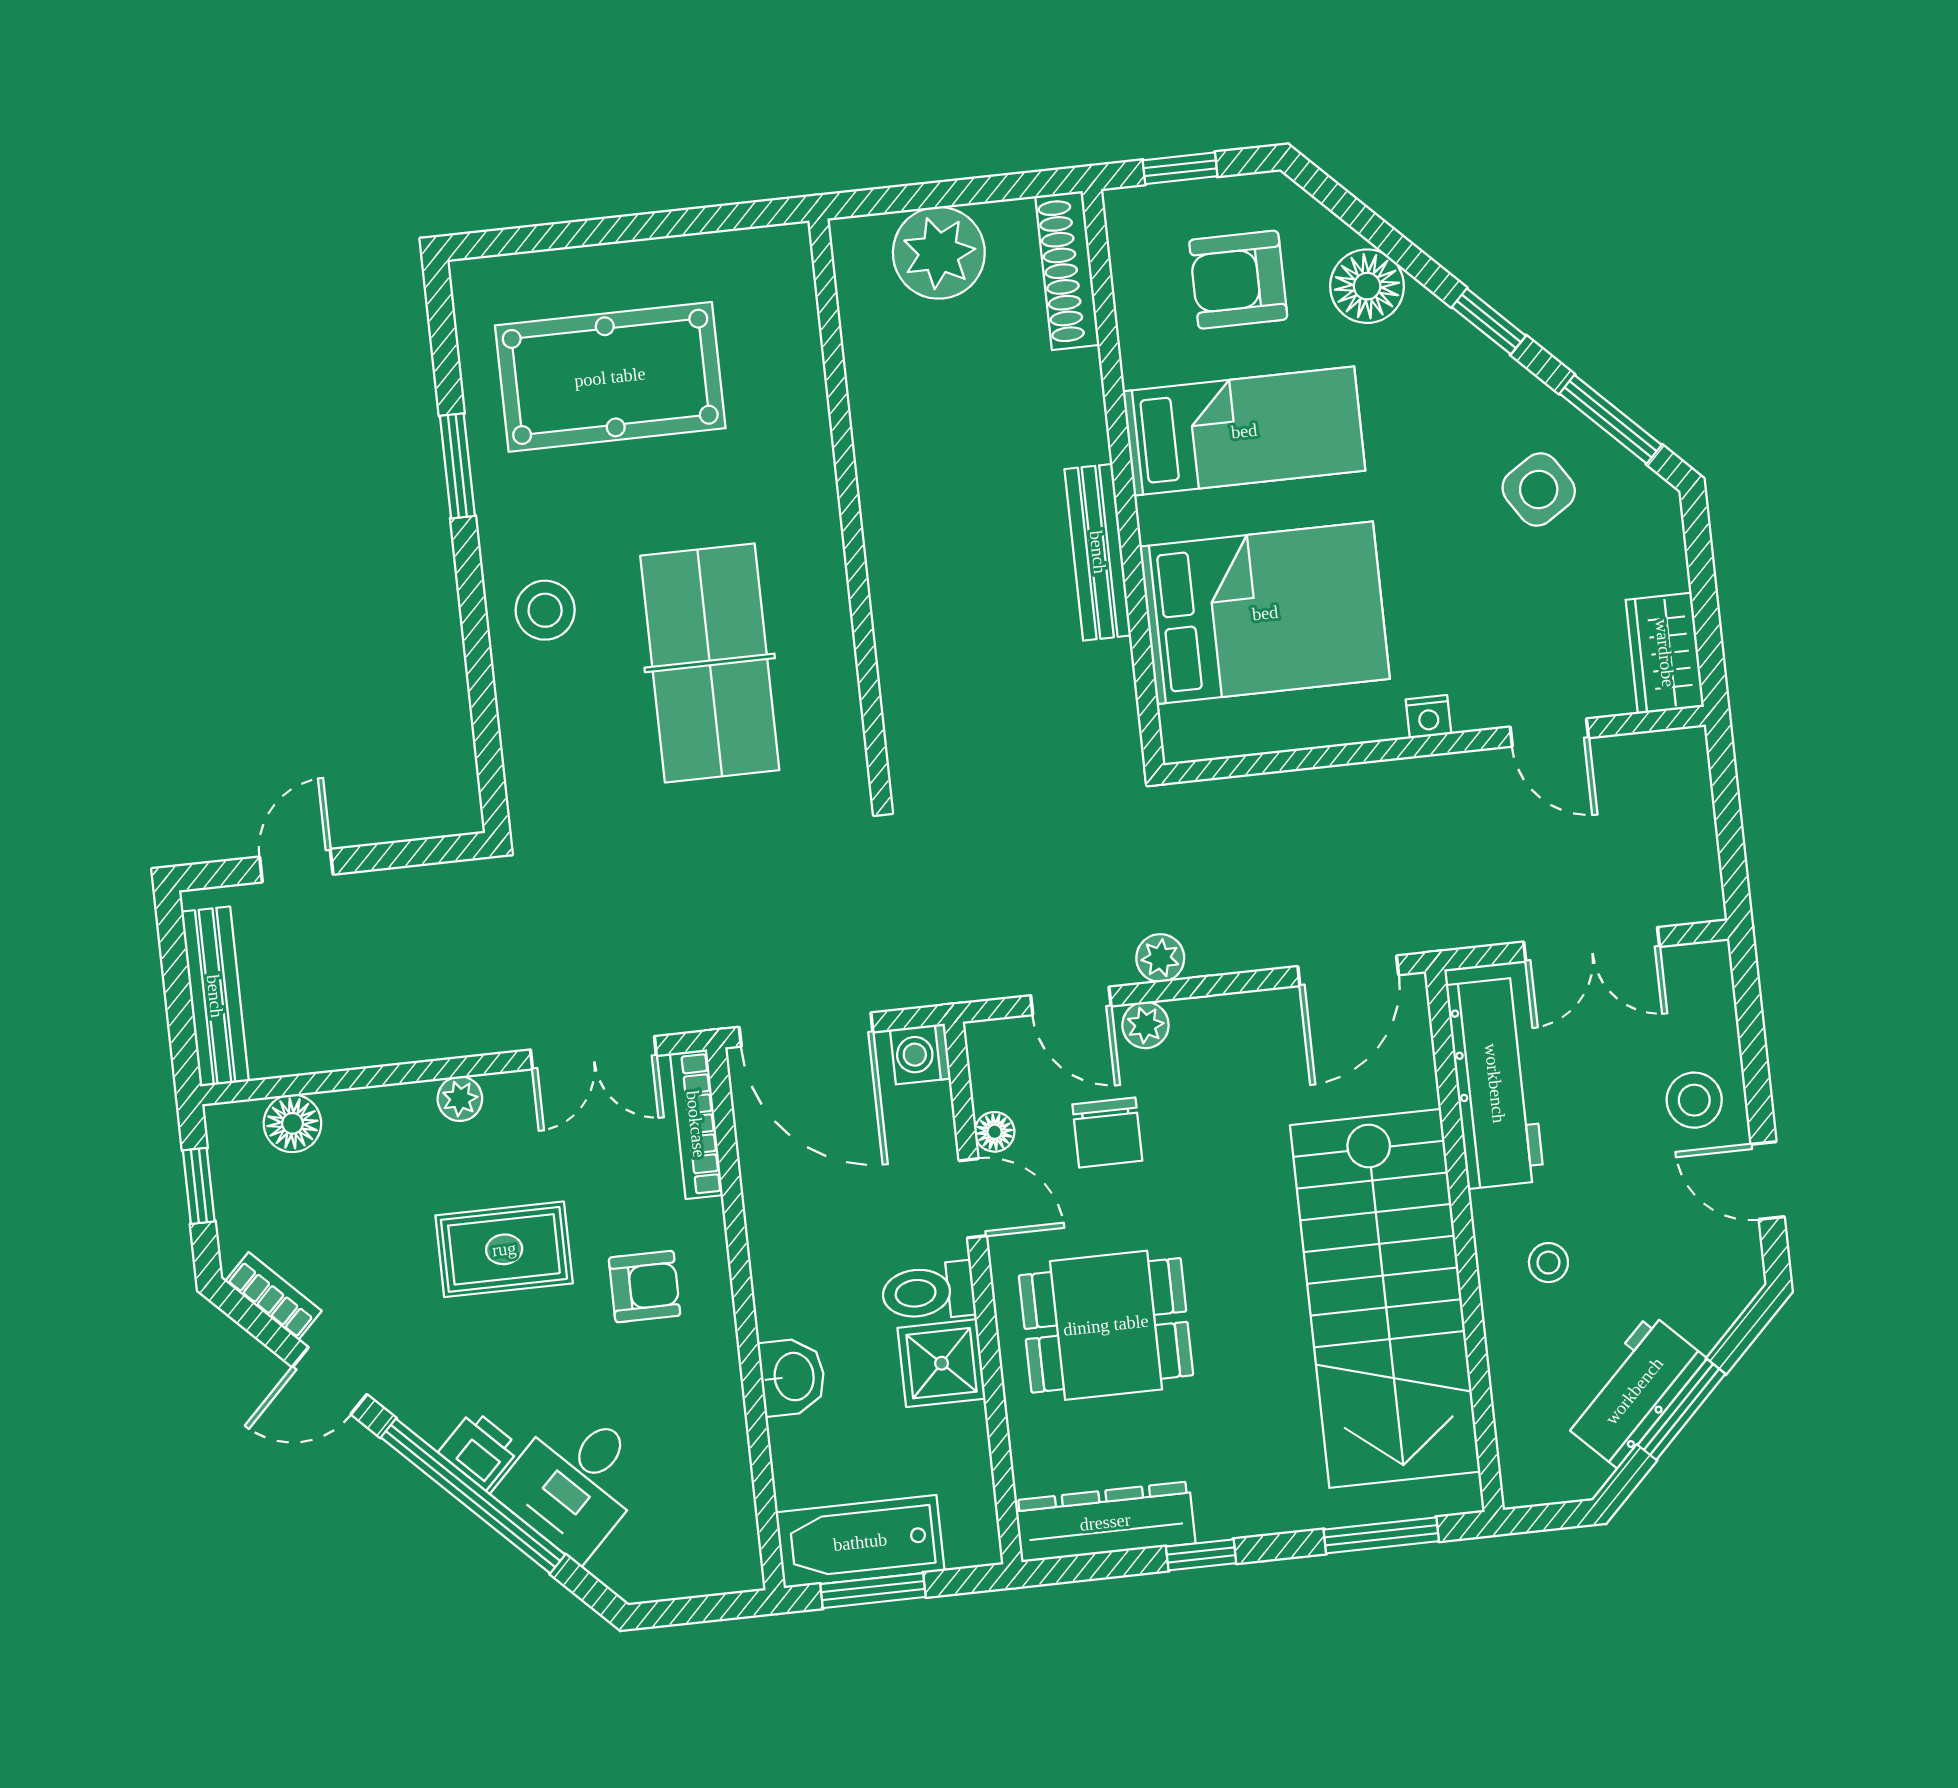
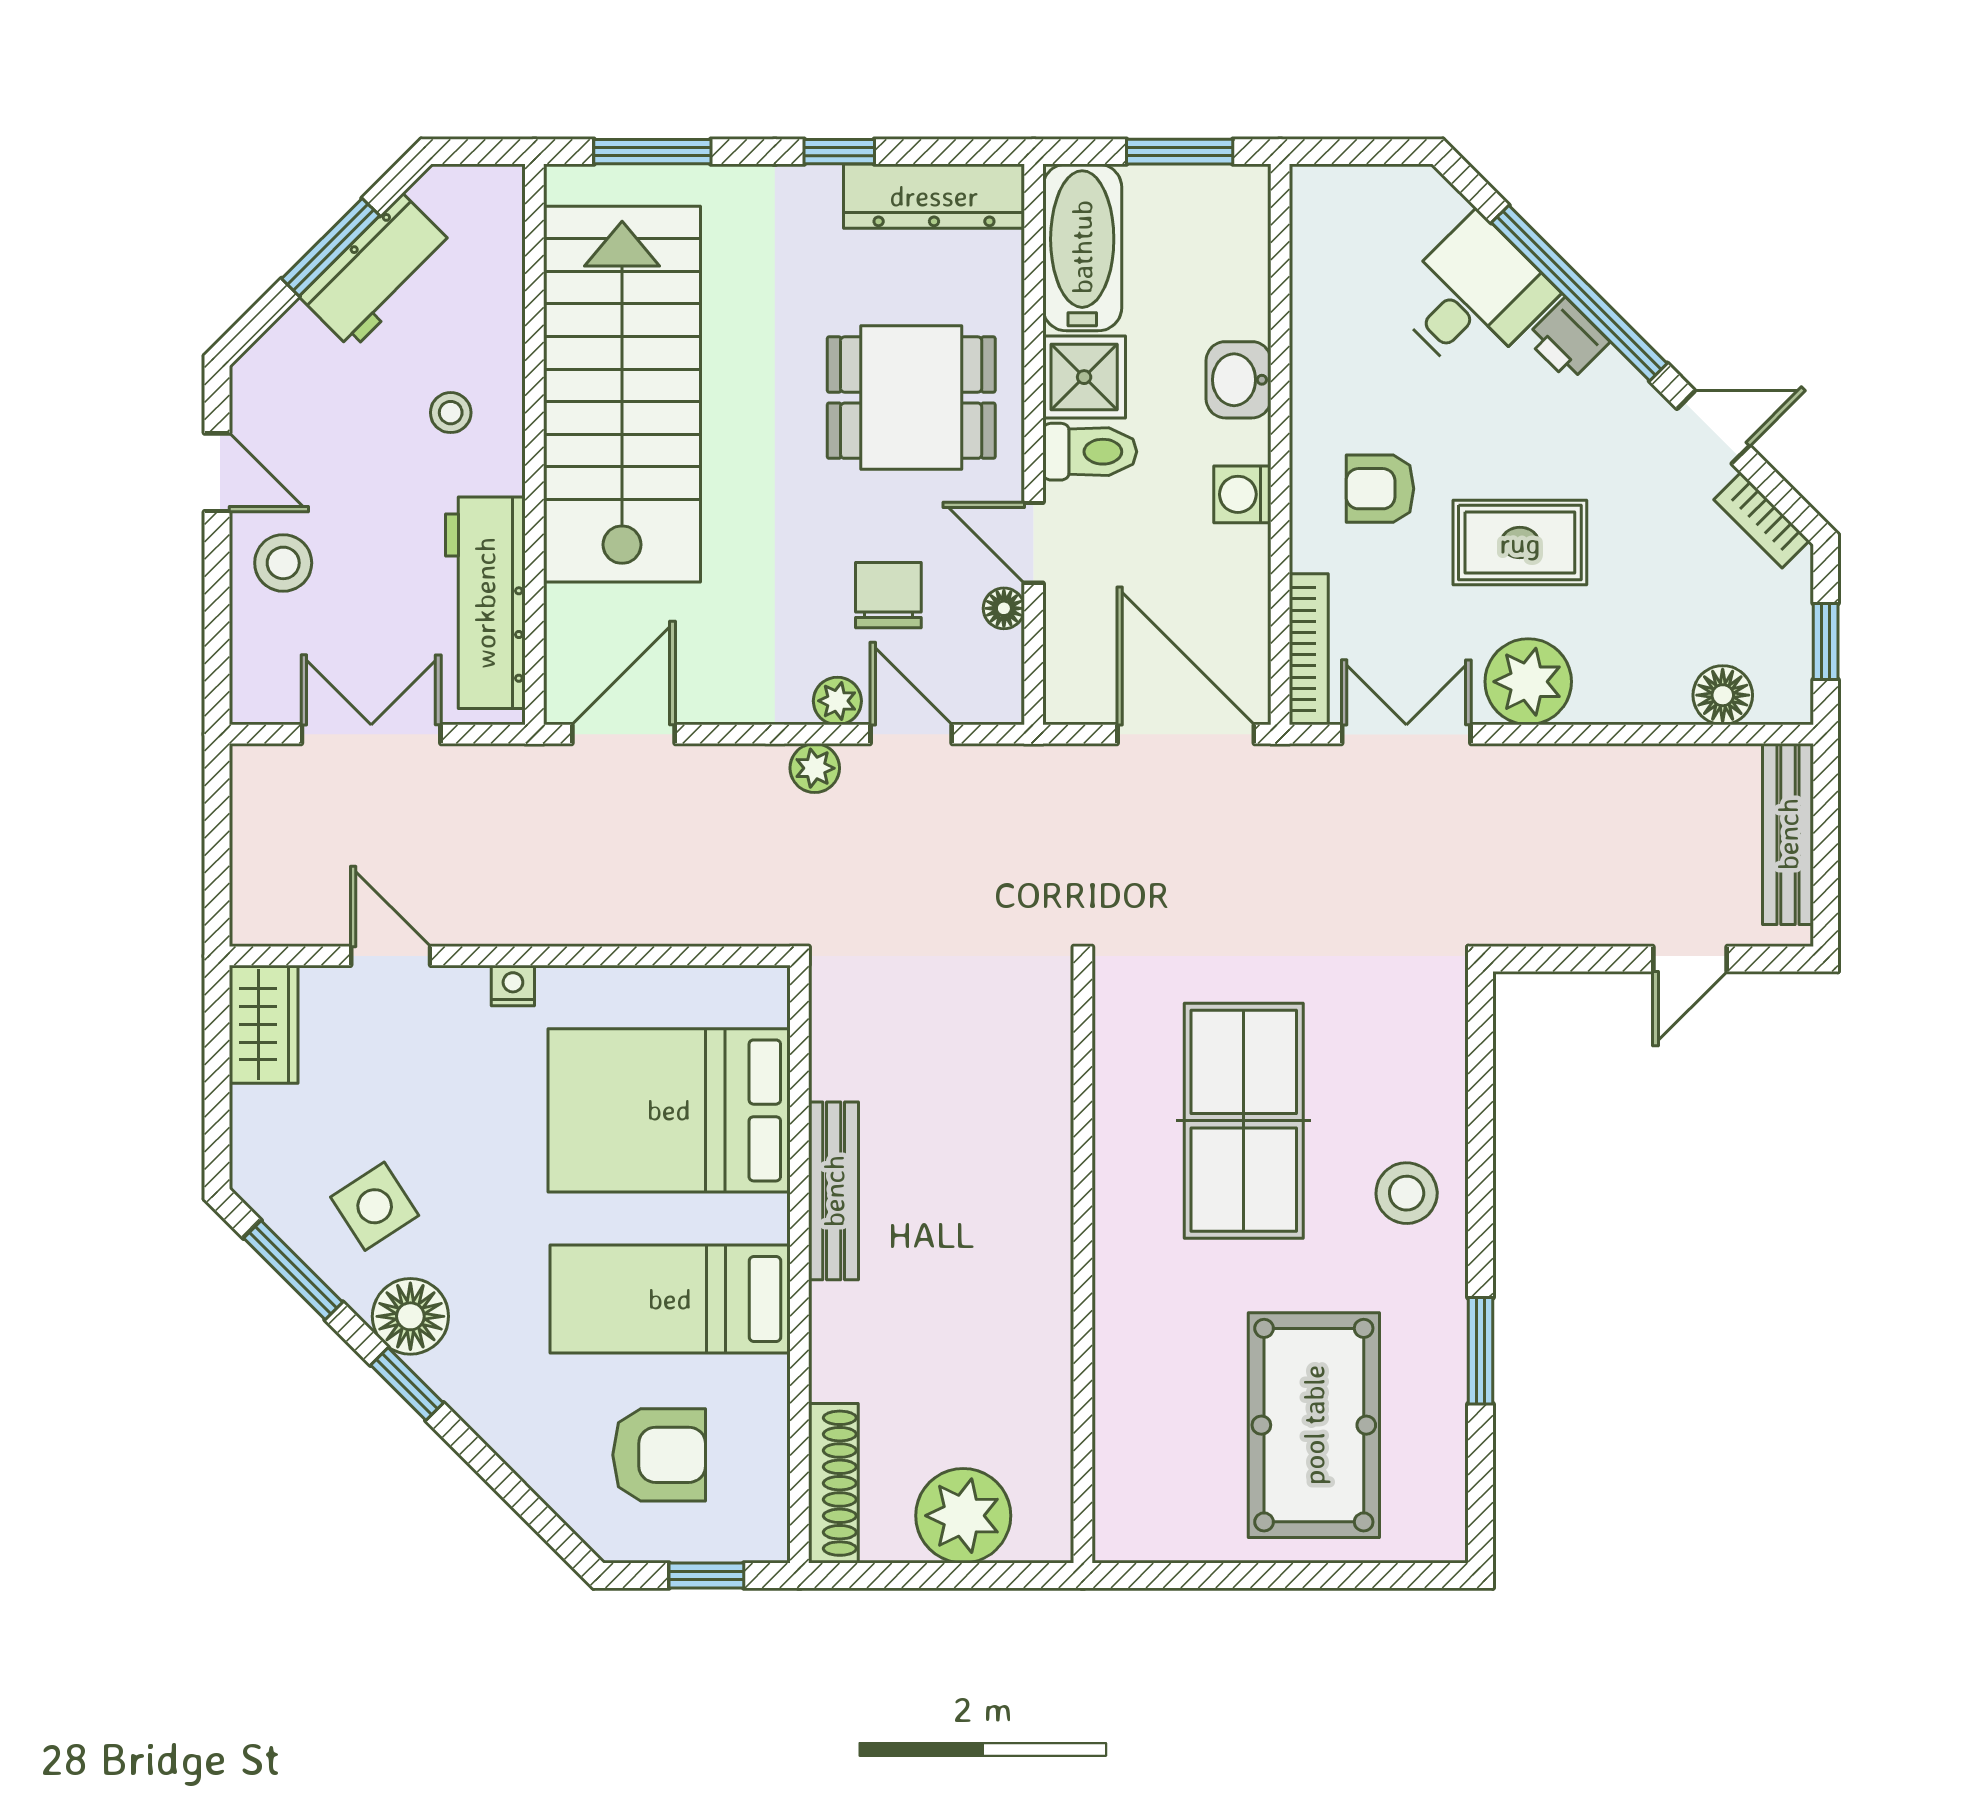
floor lamp: (1367, 286) -> (410, 1316), moved
pool table: (610, 377) -> (1314, 1425), turned 90
washing machine: (920, 1054) -> (1242, 494), moved, turned 180
plant: (460, 1099) -> (1528, 682), width x1.88, depth x1.88
bathtub: (860, 1542) -> (1082, 247), moved, turned -90

